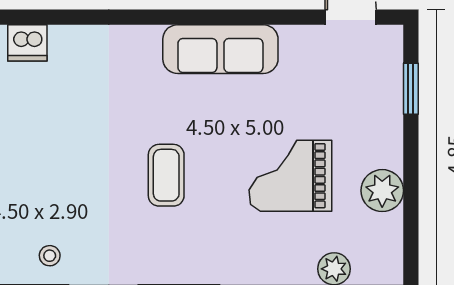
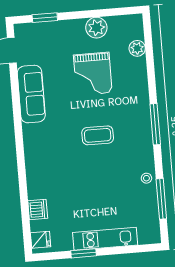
sofa: (220, 49) -> (31, 94), moved
stool: (50, 256) -> (146, 178), moved

